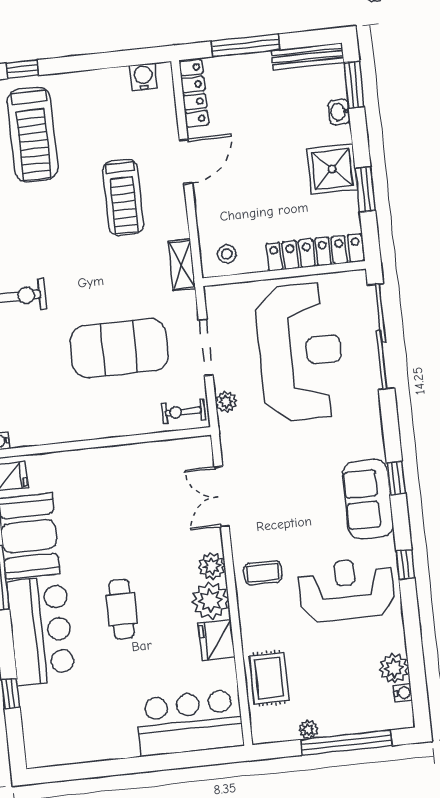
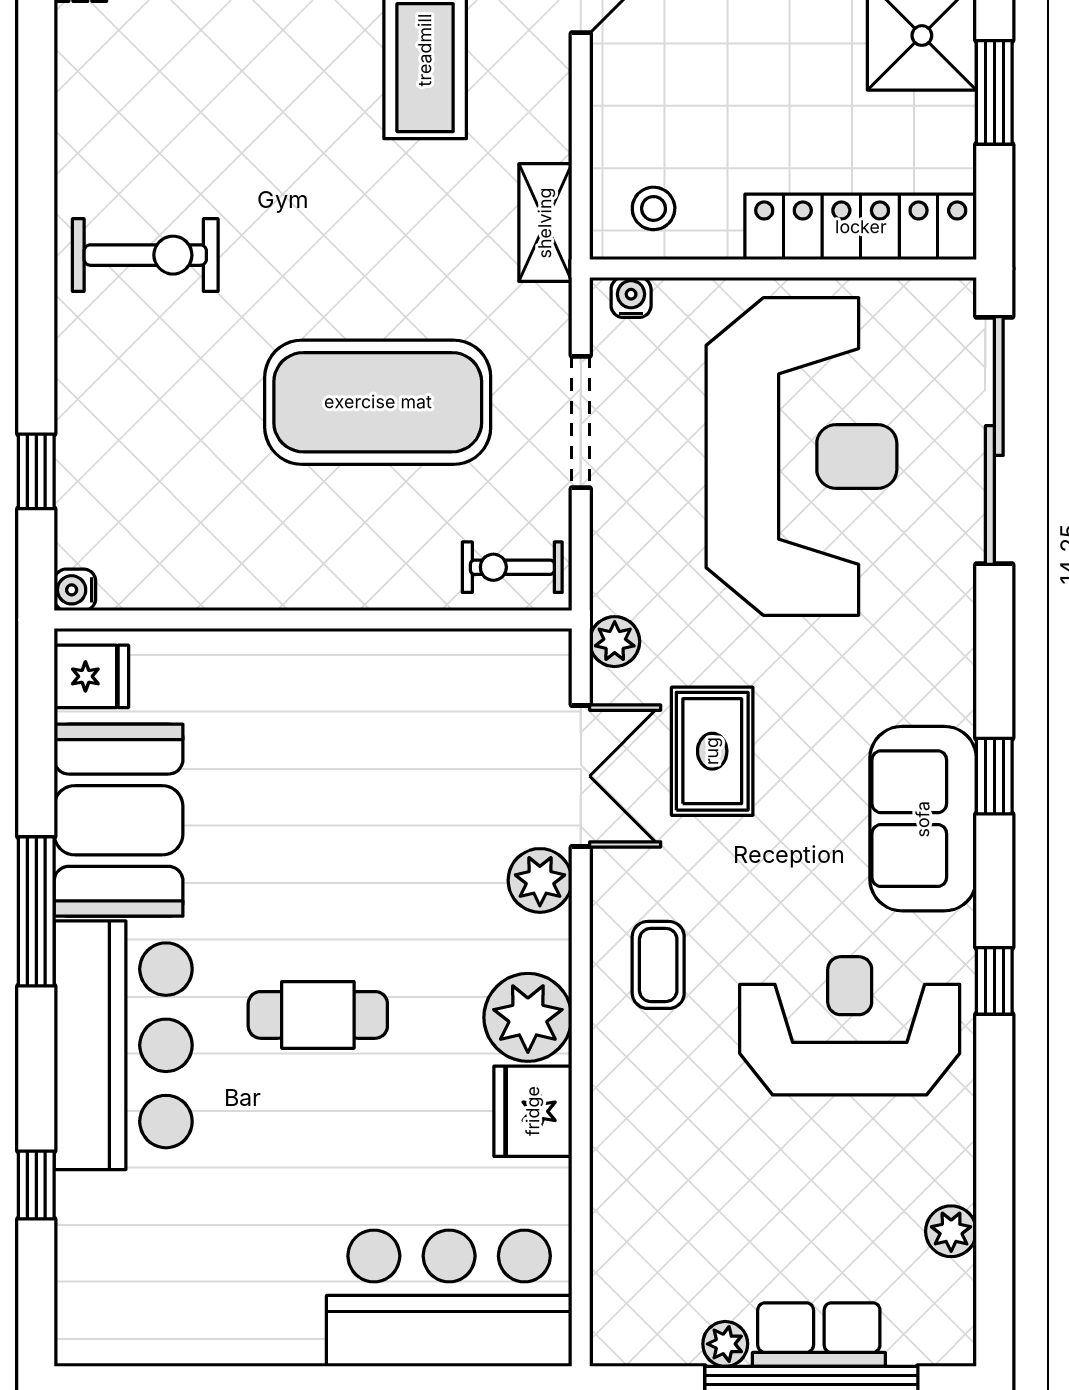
plant: (226, 402) -> (615, 642), moved
double door: (222, 497) -> (581, 776), swing flipped
plant: (212, 566) -> (540, 880), moved
coffee table: (263, 573) -> (658, 965), turned 90
cafe table: (122, 609) -> (318, 1015), turned 90
plant: (394, 668) -> (951, 1231), width x0.73, depth x0.73
rug: (269, 678) -> (712, 751), moved
water cooler: (403, 693) -> (631, 297), moved, turned -90
row of seats: (347, 721) -> (819, 1335), added

